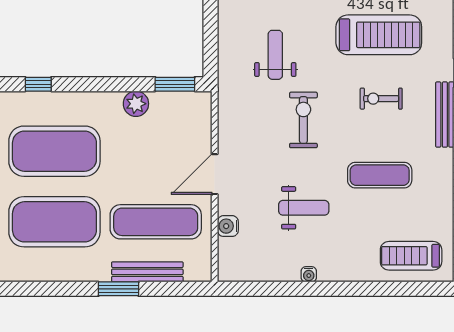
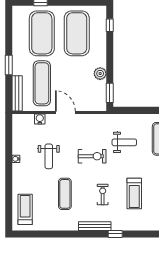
treadmill: (379, 35) -> (134, 193), width x0.73, depth x0.73
bench: (147, 272) -> (17, 93), moved

